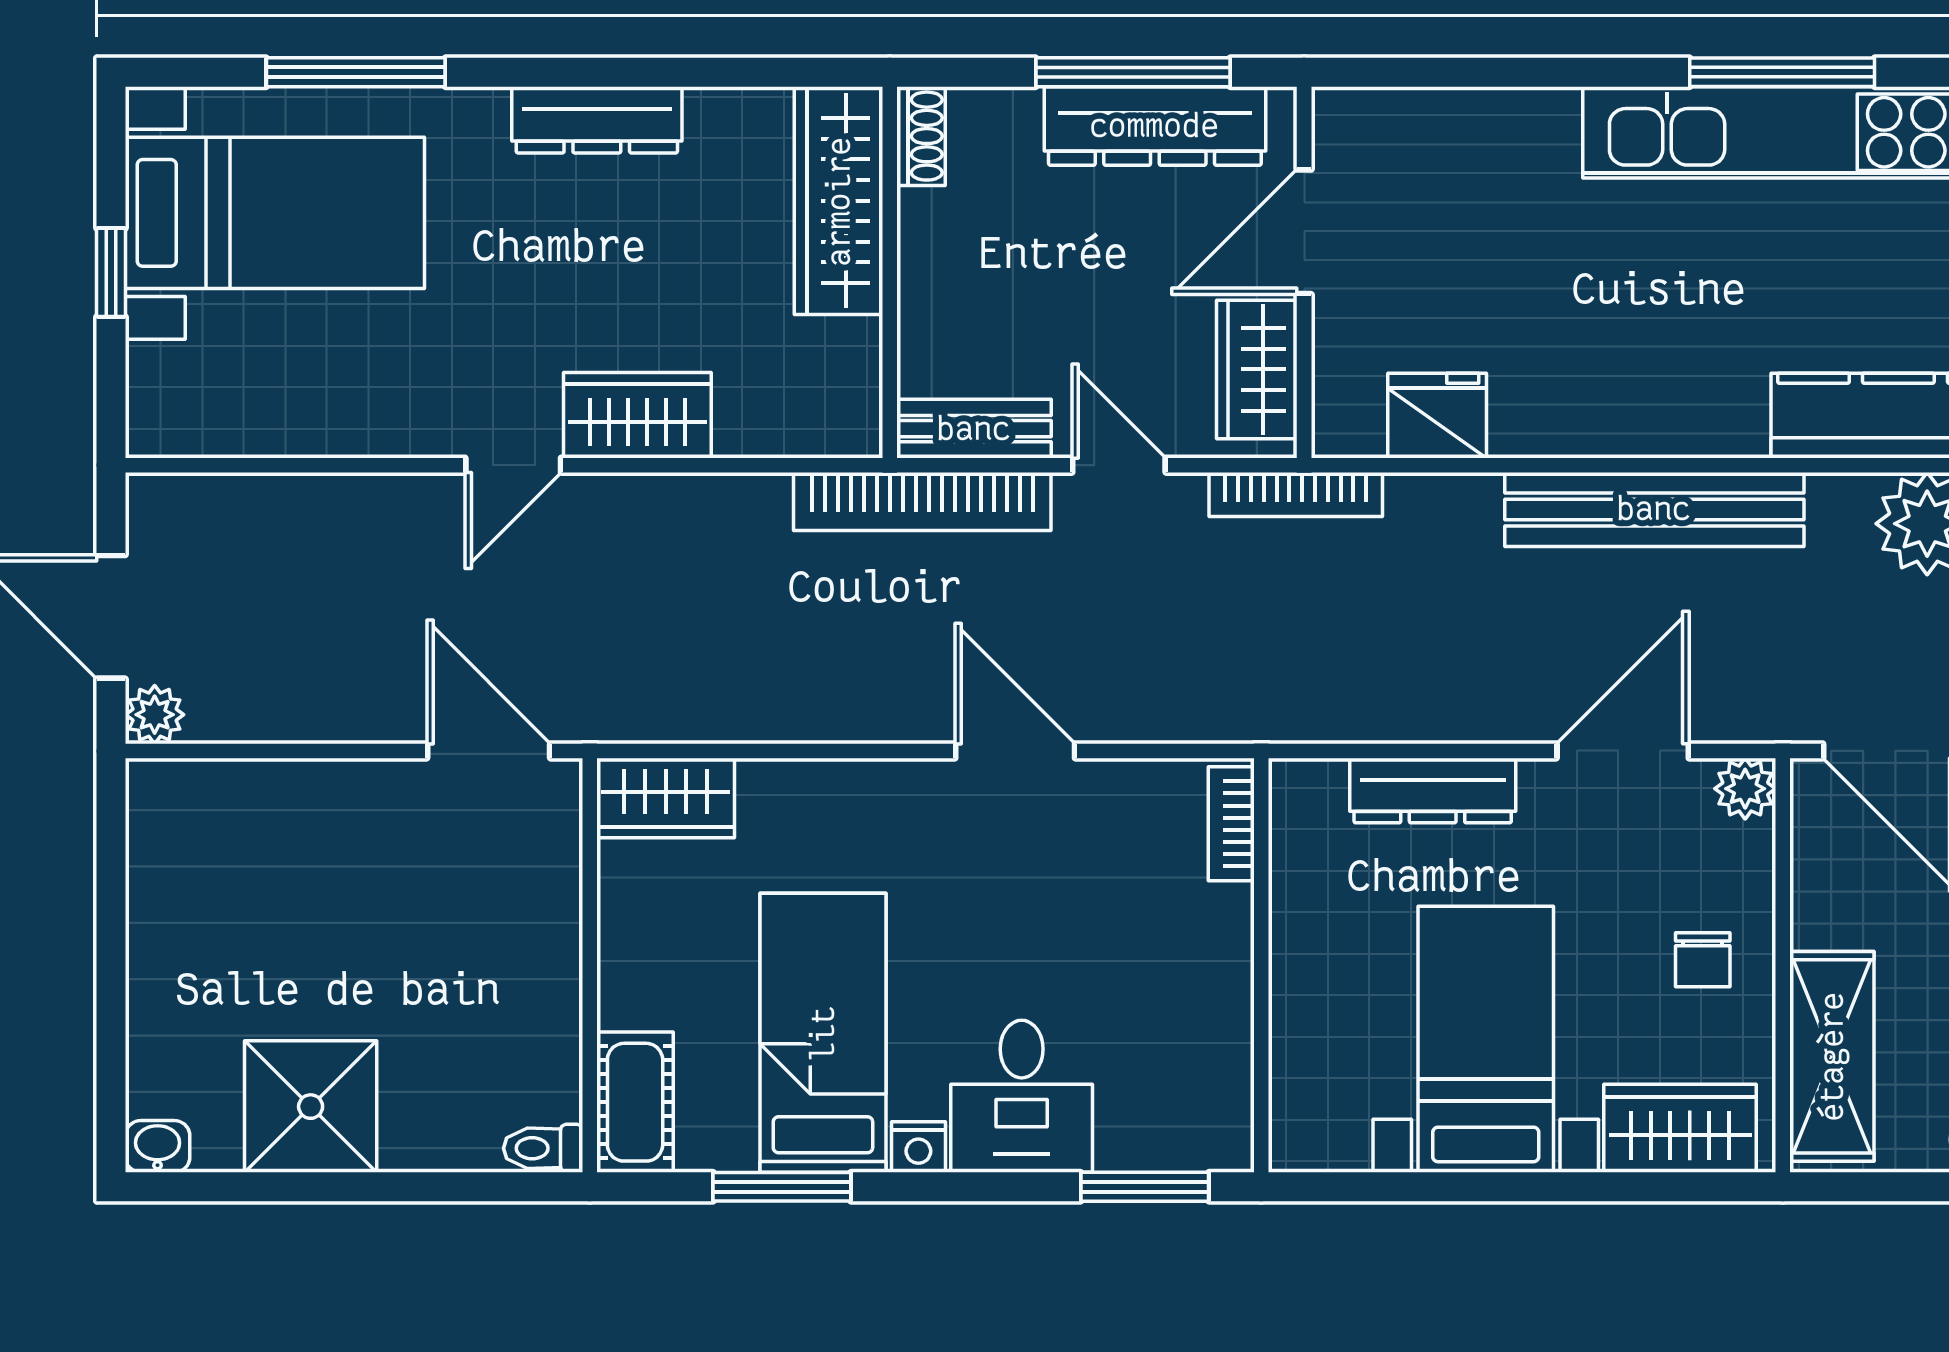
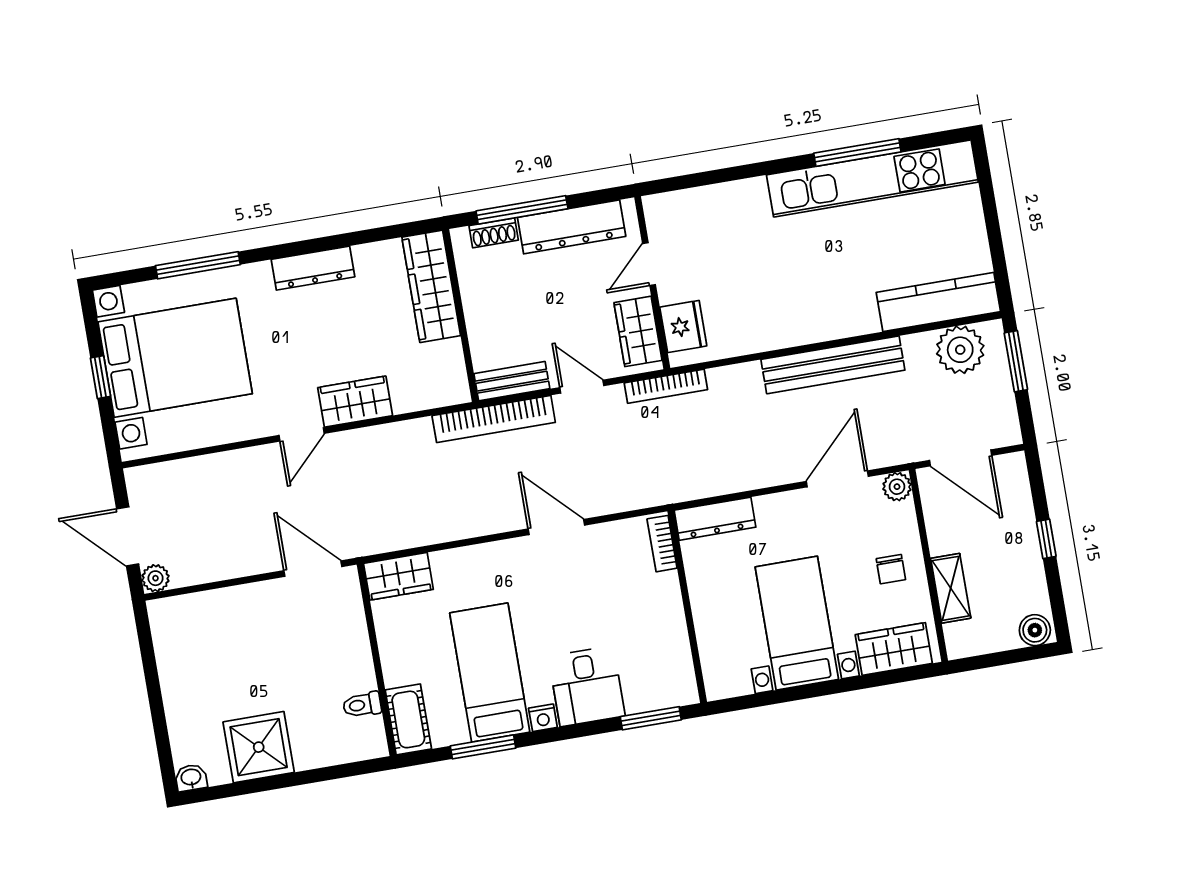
window: (1133, 72) -> (522, 210), moved
shoe rack: (921, 136) -> (494, 233), moved, turned 90
bed with nightstands: (275, 213) -> (175, 358), width x1.36
door: (1304, 232) -> (649, 264), width x0.73
fridge: (1437, 416) -> (683, 327), moved, turned 90
dresser: (1433, 791) -> (715, 519), moved
shelving: (1832, 1056) -> (951, 588), width x0.67, depth x0.75
toilet: (543, 1148) -> (362, 705), moved

